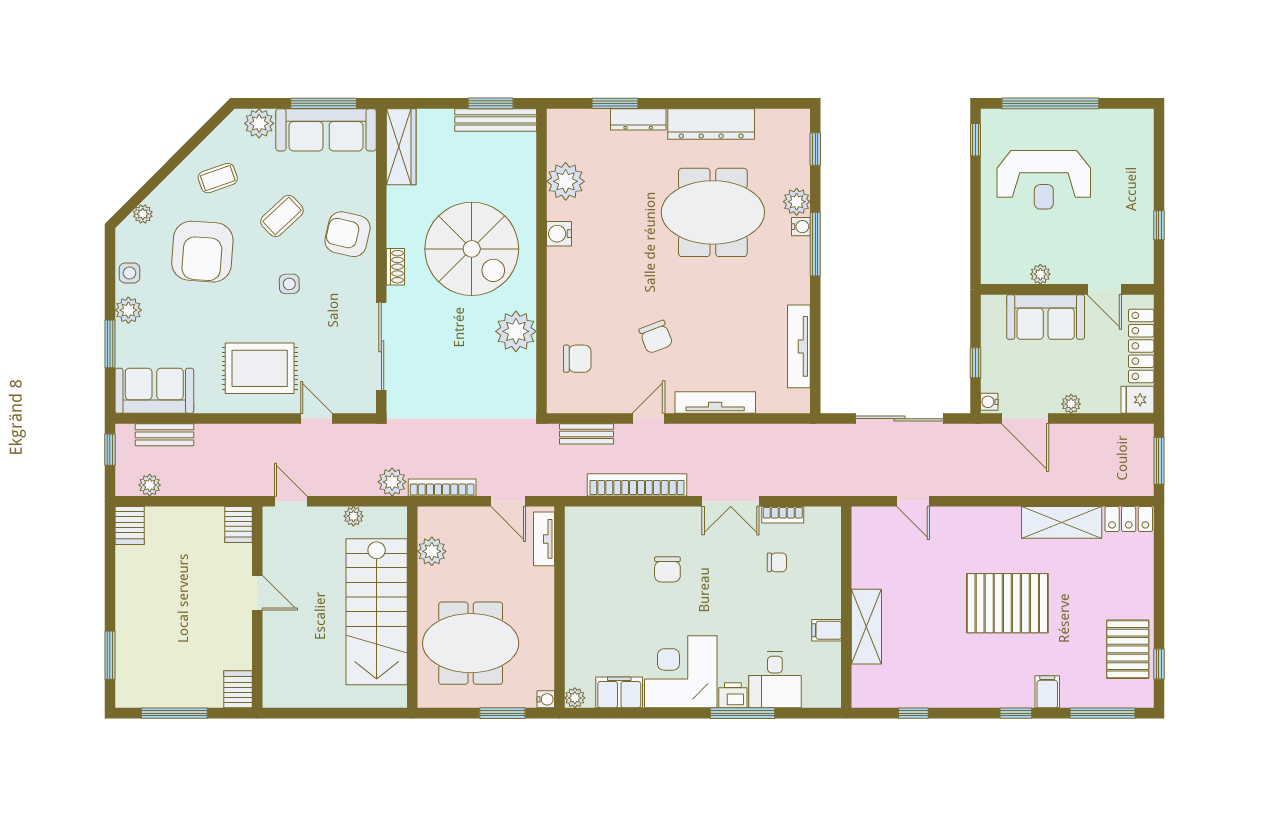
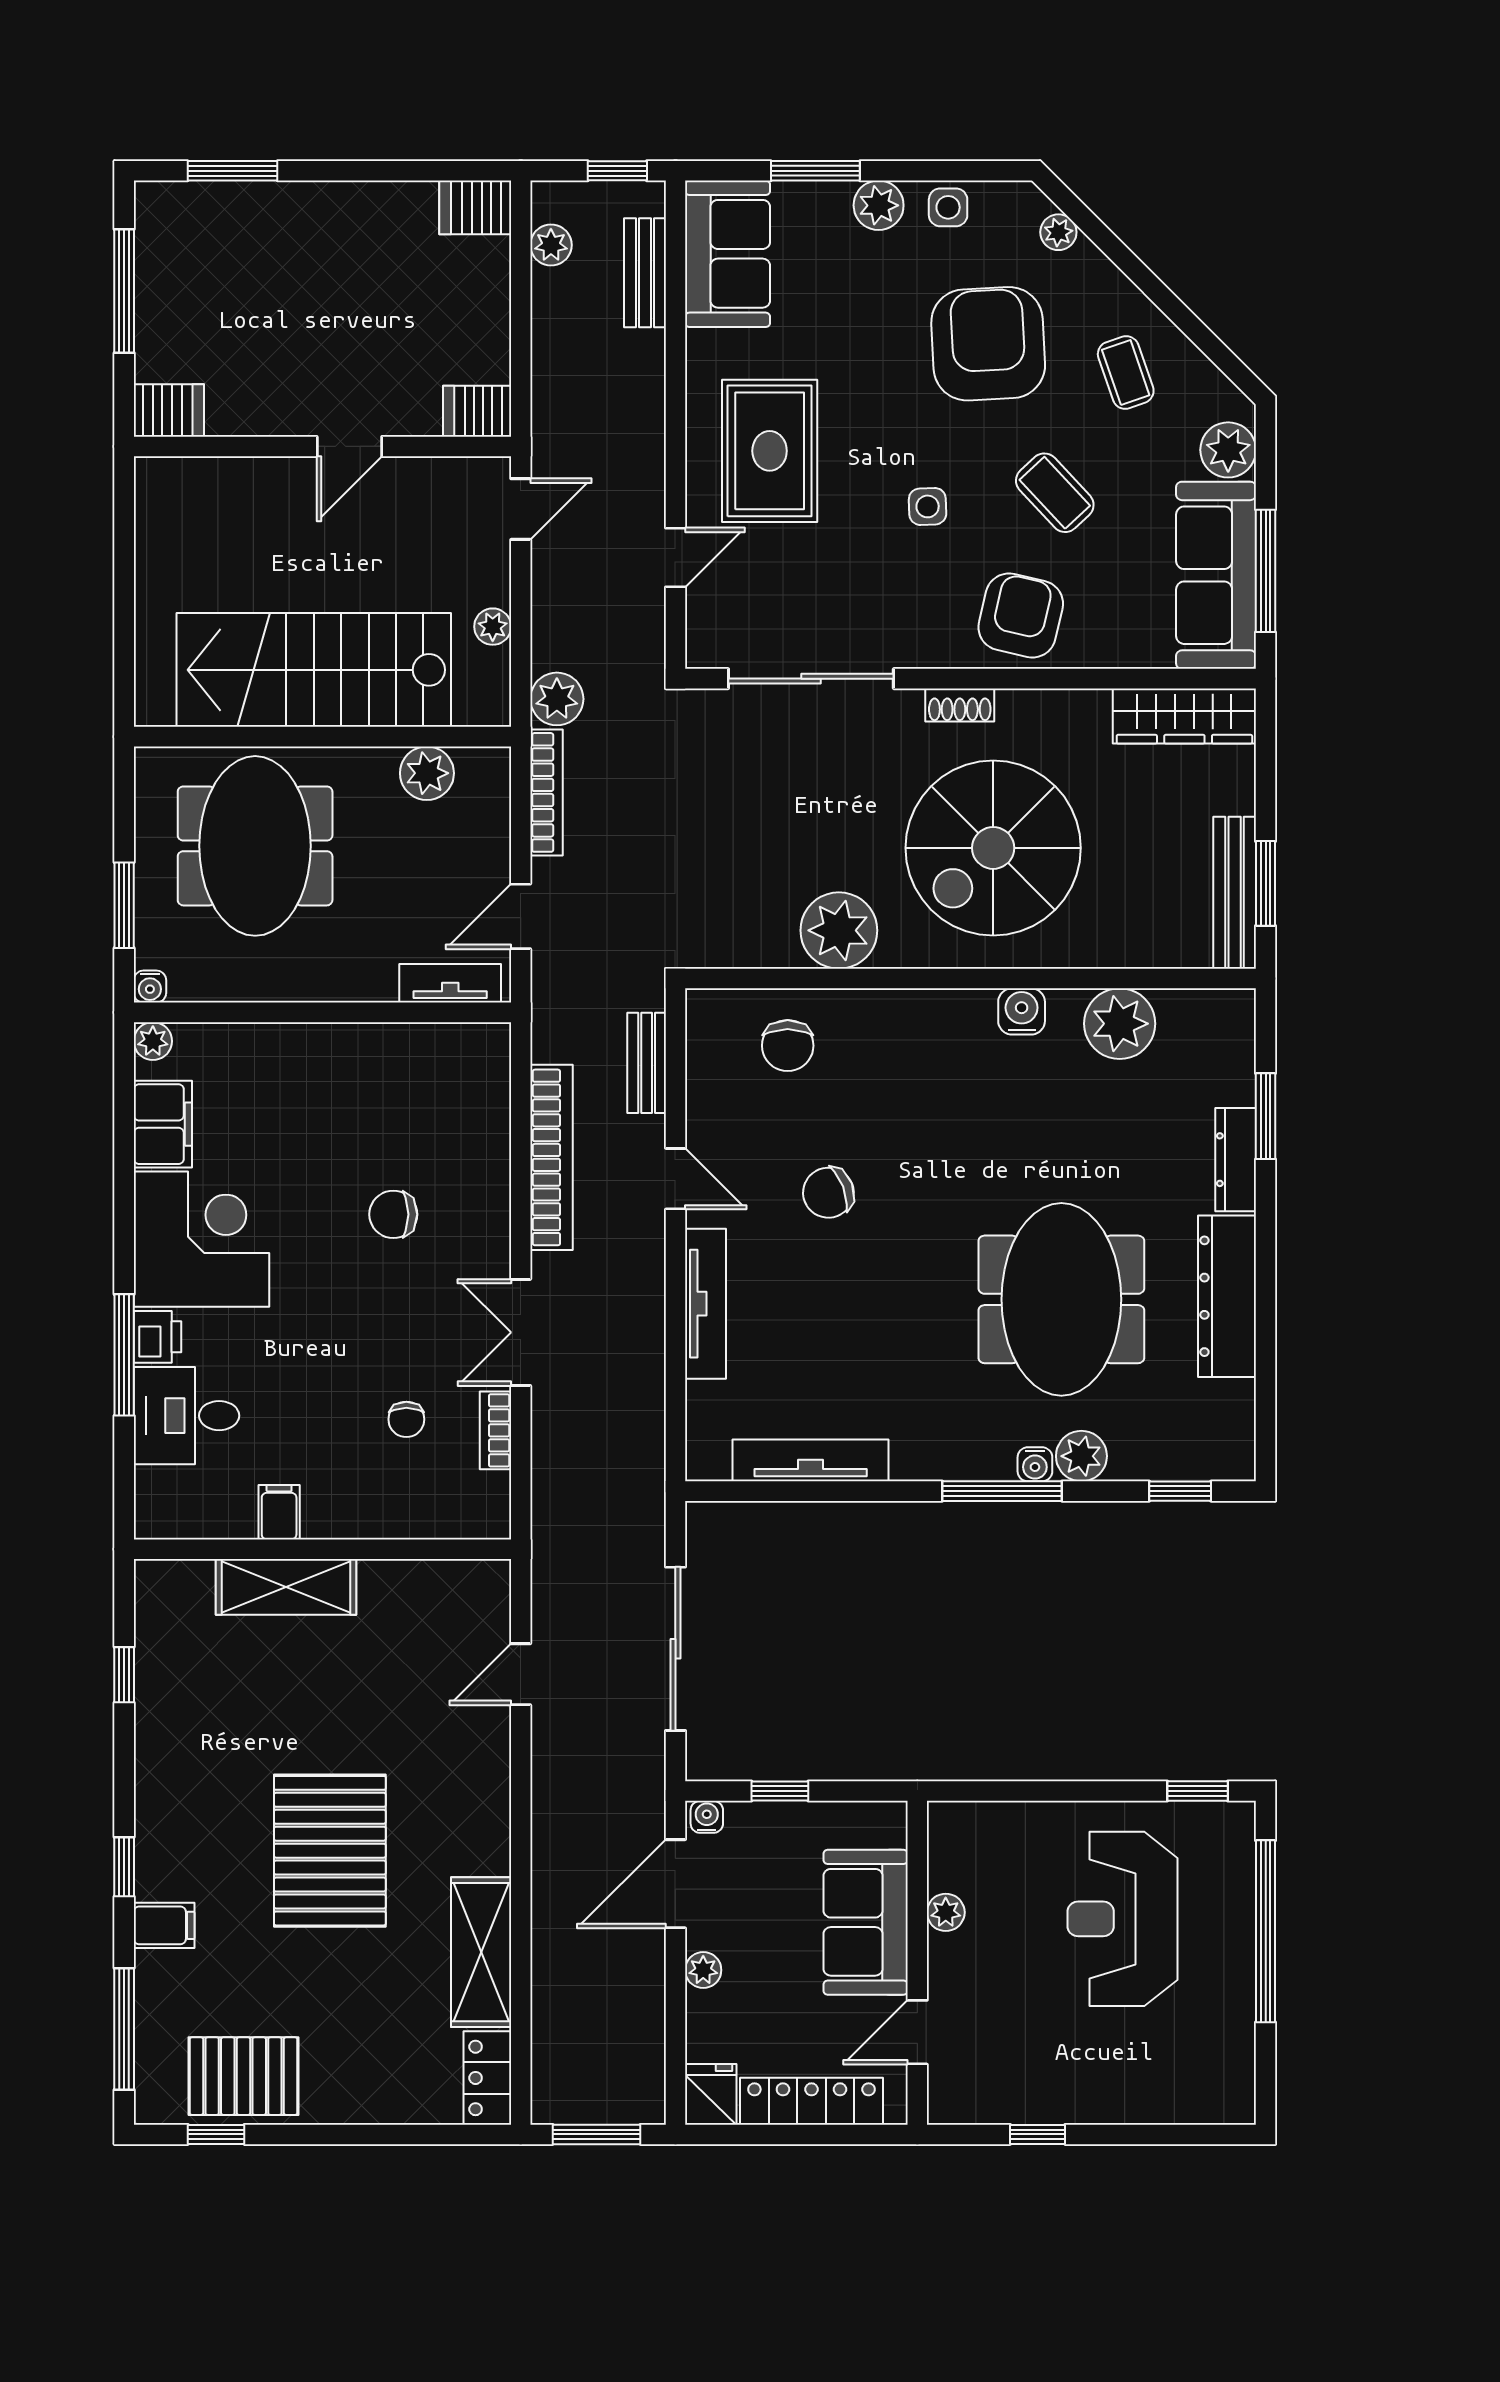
armchair: (202, 252) -> (988, 344), turned 83

